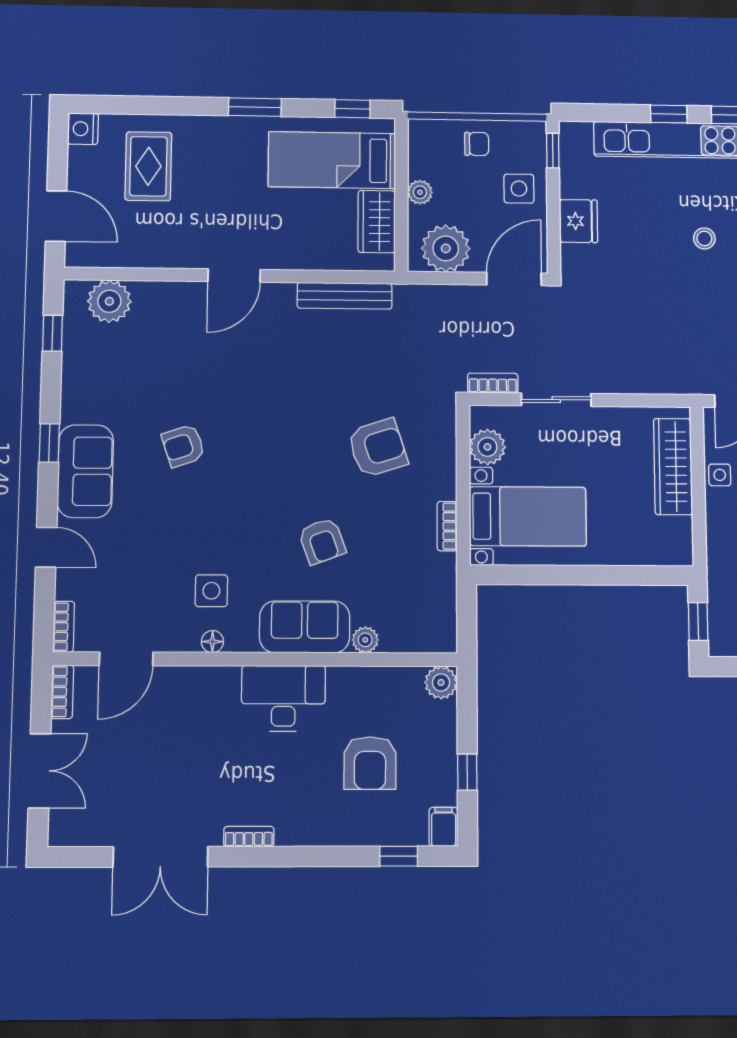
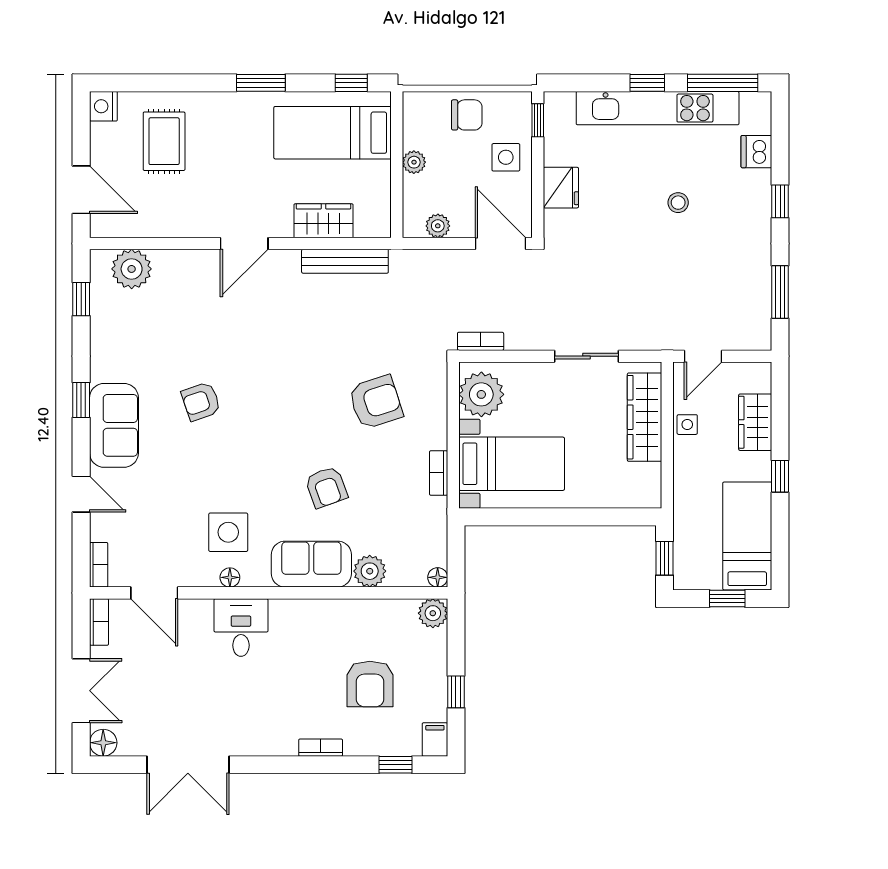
chair: (477, 144) -> (467, 115), width x1.37, depth x1.37
wardrobe: (377, 222) -> (323, 221), moved, turned 90
plant: (446, 248) -> (438, 226), width x0.53, depth x0.53
door: (514, 279) -> (501, 243), hinge flipped
sliding door: (556, 400) -> (586, 356), moved
plant: (487, 447) -> (481, 394), width x1.36, depth x1.36
side table: (211, 591) -> (228, 532), width x1.37, depth x1.37
plant: (365, 640) -> (370, 571), width x1.38, depth x1.38
floor lamp: (446, 642) -> (438, 577), added
door: (126, 659) -> (154, 593), hinge flipped
desk: (283, 698) -> (241, 627), moved, width x0.73
floor lamp: (63, 831) -> (103, 743), added
bookcase: (249, 837) -> (321, 748), moved

